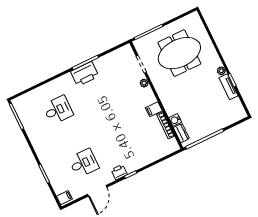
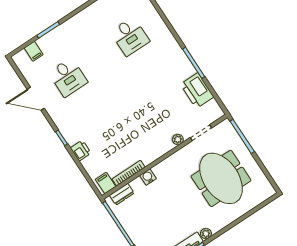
printer: (85, 74) -> (197, 91), moved
filing cabinet: (154, 109) -> (106, 183), moved
water cooler: (175, 120) -> (148, 177), moved
printer: (119, 172) -> (81, 151), moved
filing cabinet: (64, 198) -> (34, 51), moved

